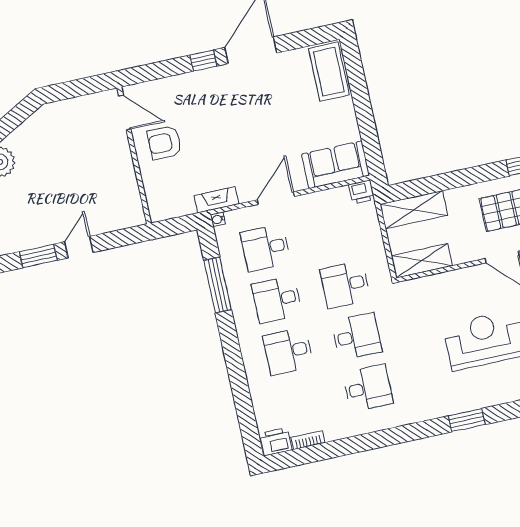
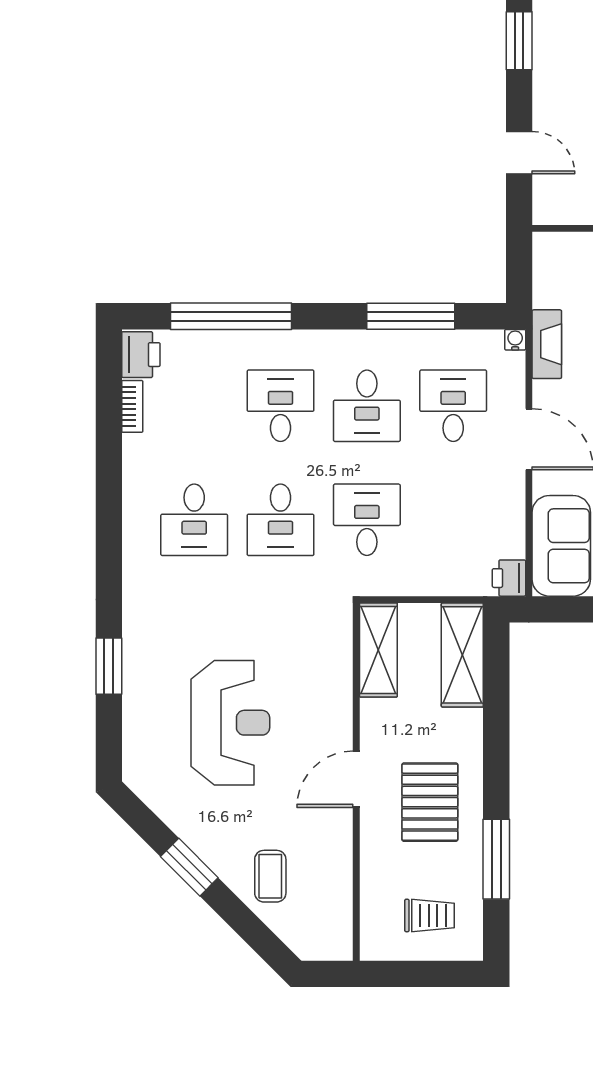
door: (79, 247) -> (519, 153), moved
desk: (277, 300) -> (367, 406), turned 180
window: (241, 393) -> (231, 316), added

